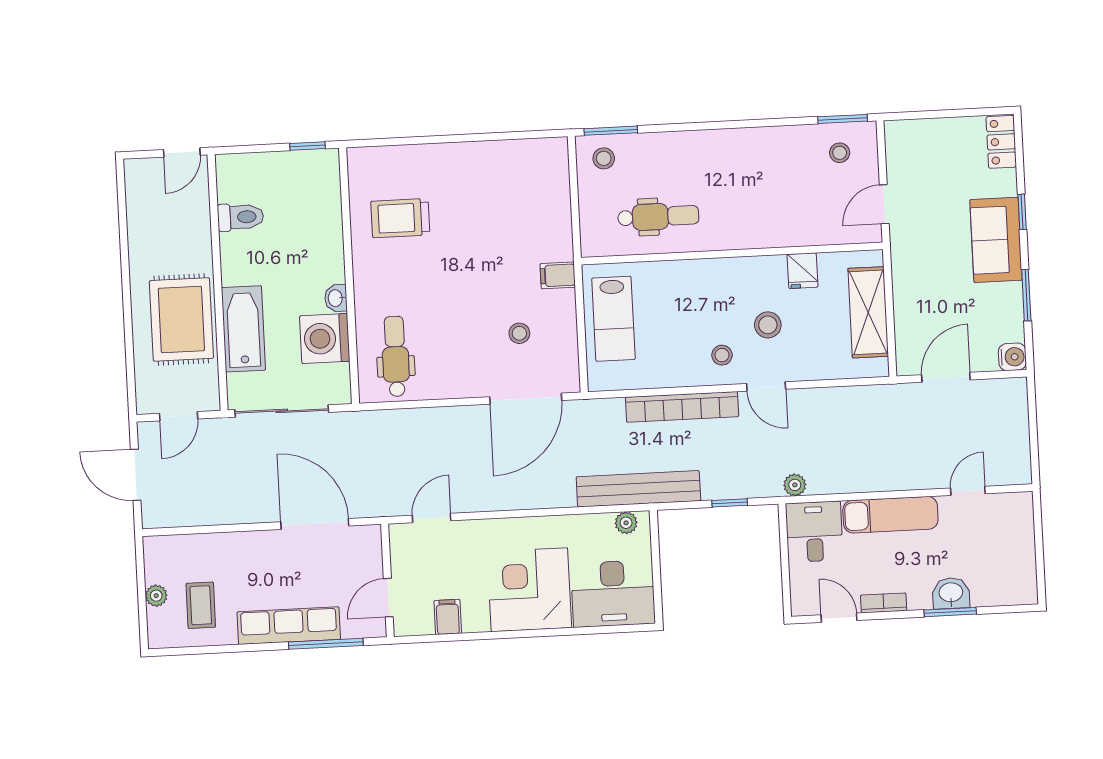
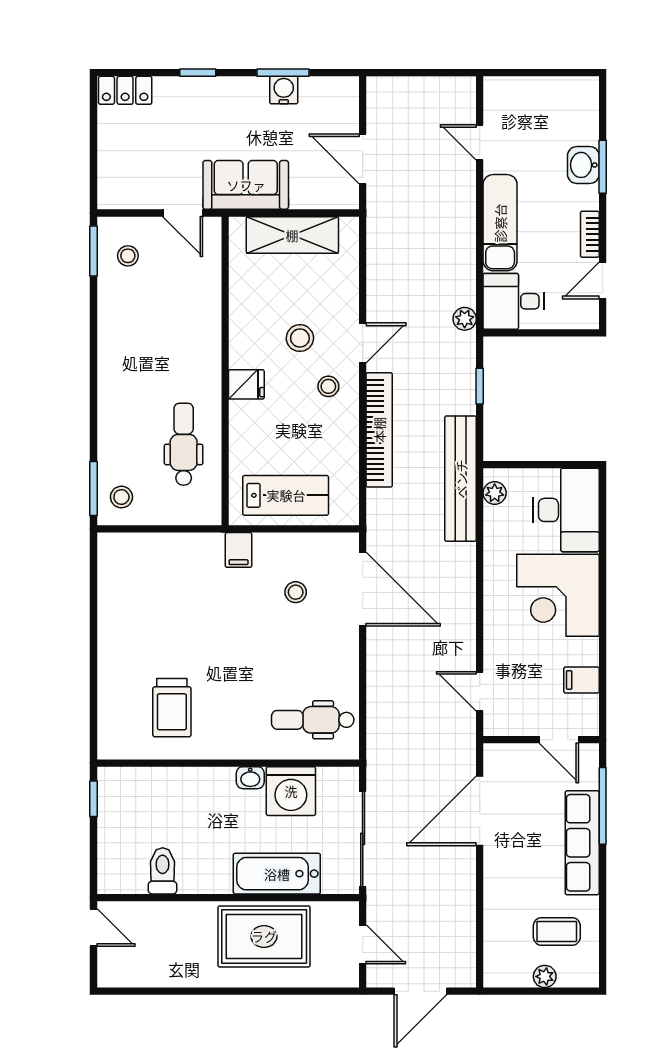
sofa: (996, 240) -> (246, 185), moved, turned 180
fridge: (803, 271) -> (246, 384), moved
water cooler: (1012, 357) -> (284, 90), moved

